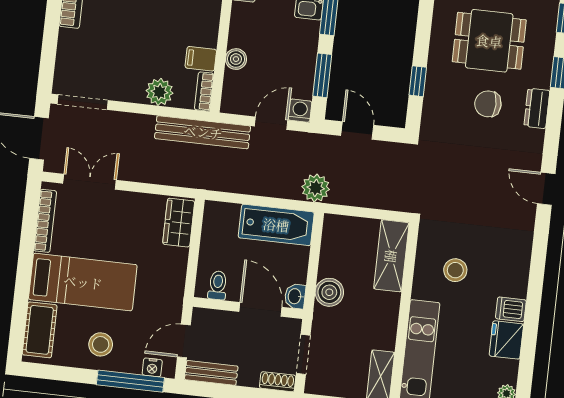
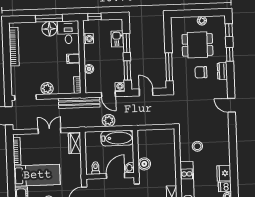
filing cabinet: (201, 59) -> (73, 59), moved
window: (418, 81) -> (169, 67), width x2.17
plant: (159, 92) -> (47, 88), moved
door: (271, 123) -> (108, 94), swing flipped
double door: (90, 182) -> (49, 131), moved
plant: (316, 188) -> (109, 120), moved
shelving: (391, 256) -> (169, 144), removed
door: (260, 309) -> (116, 176), hinge flipped
dishwasher: (511, 309) -> (225, 187), moved

